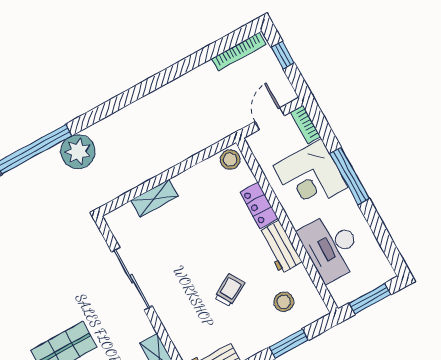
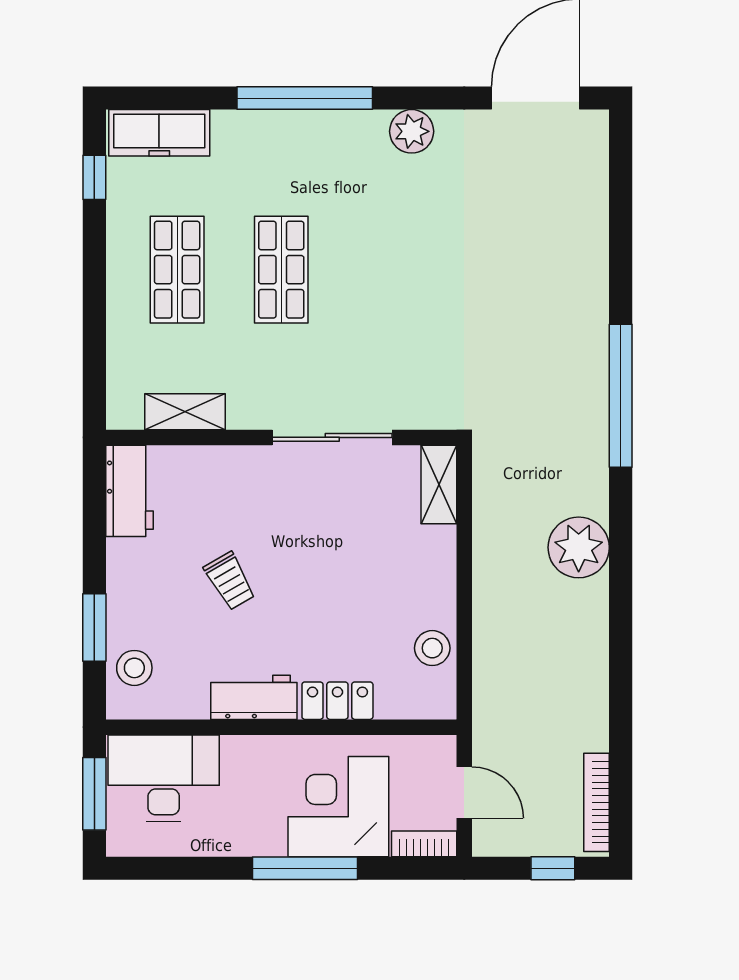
plant: (78, 152) -> (579, 547), moved
stool: (230, 160) -> (432, 648), moved
shelving: (155, 198) -> (439, 484), moved
desk: (331, 247) -> (164, 778), moved
stool: (284, 302) -> (134, 668), moved

